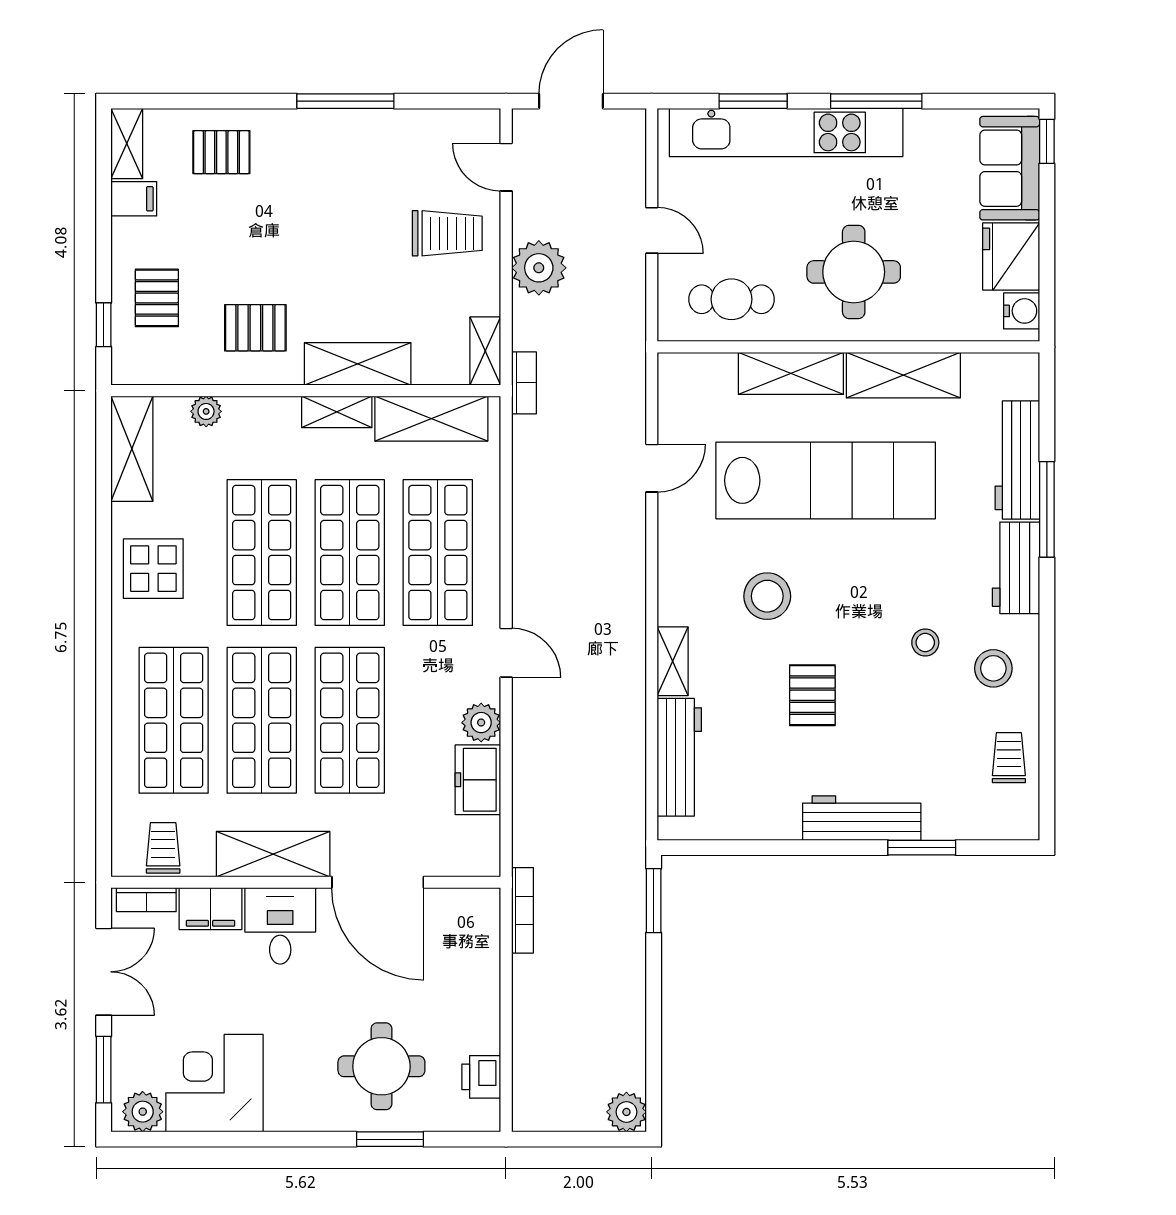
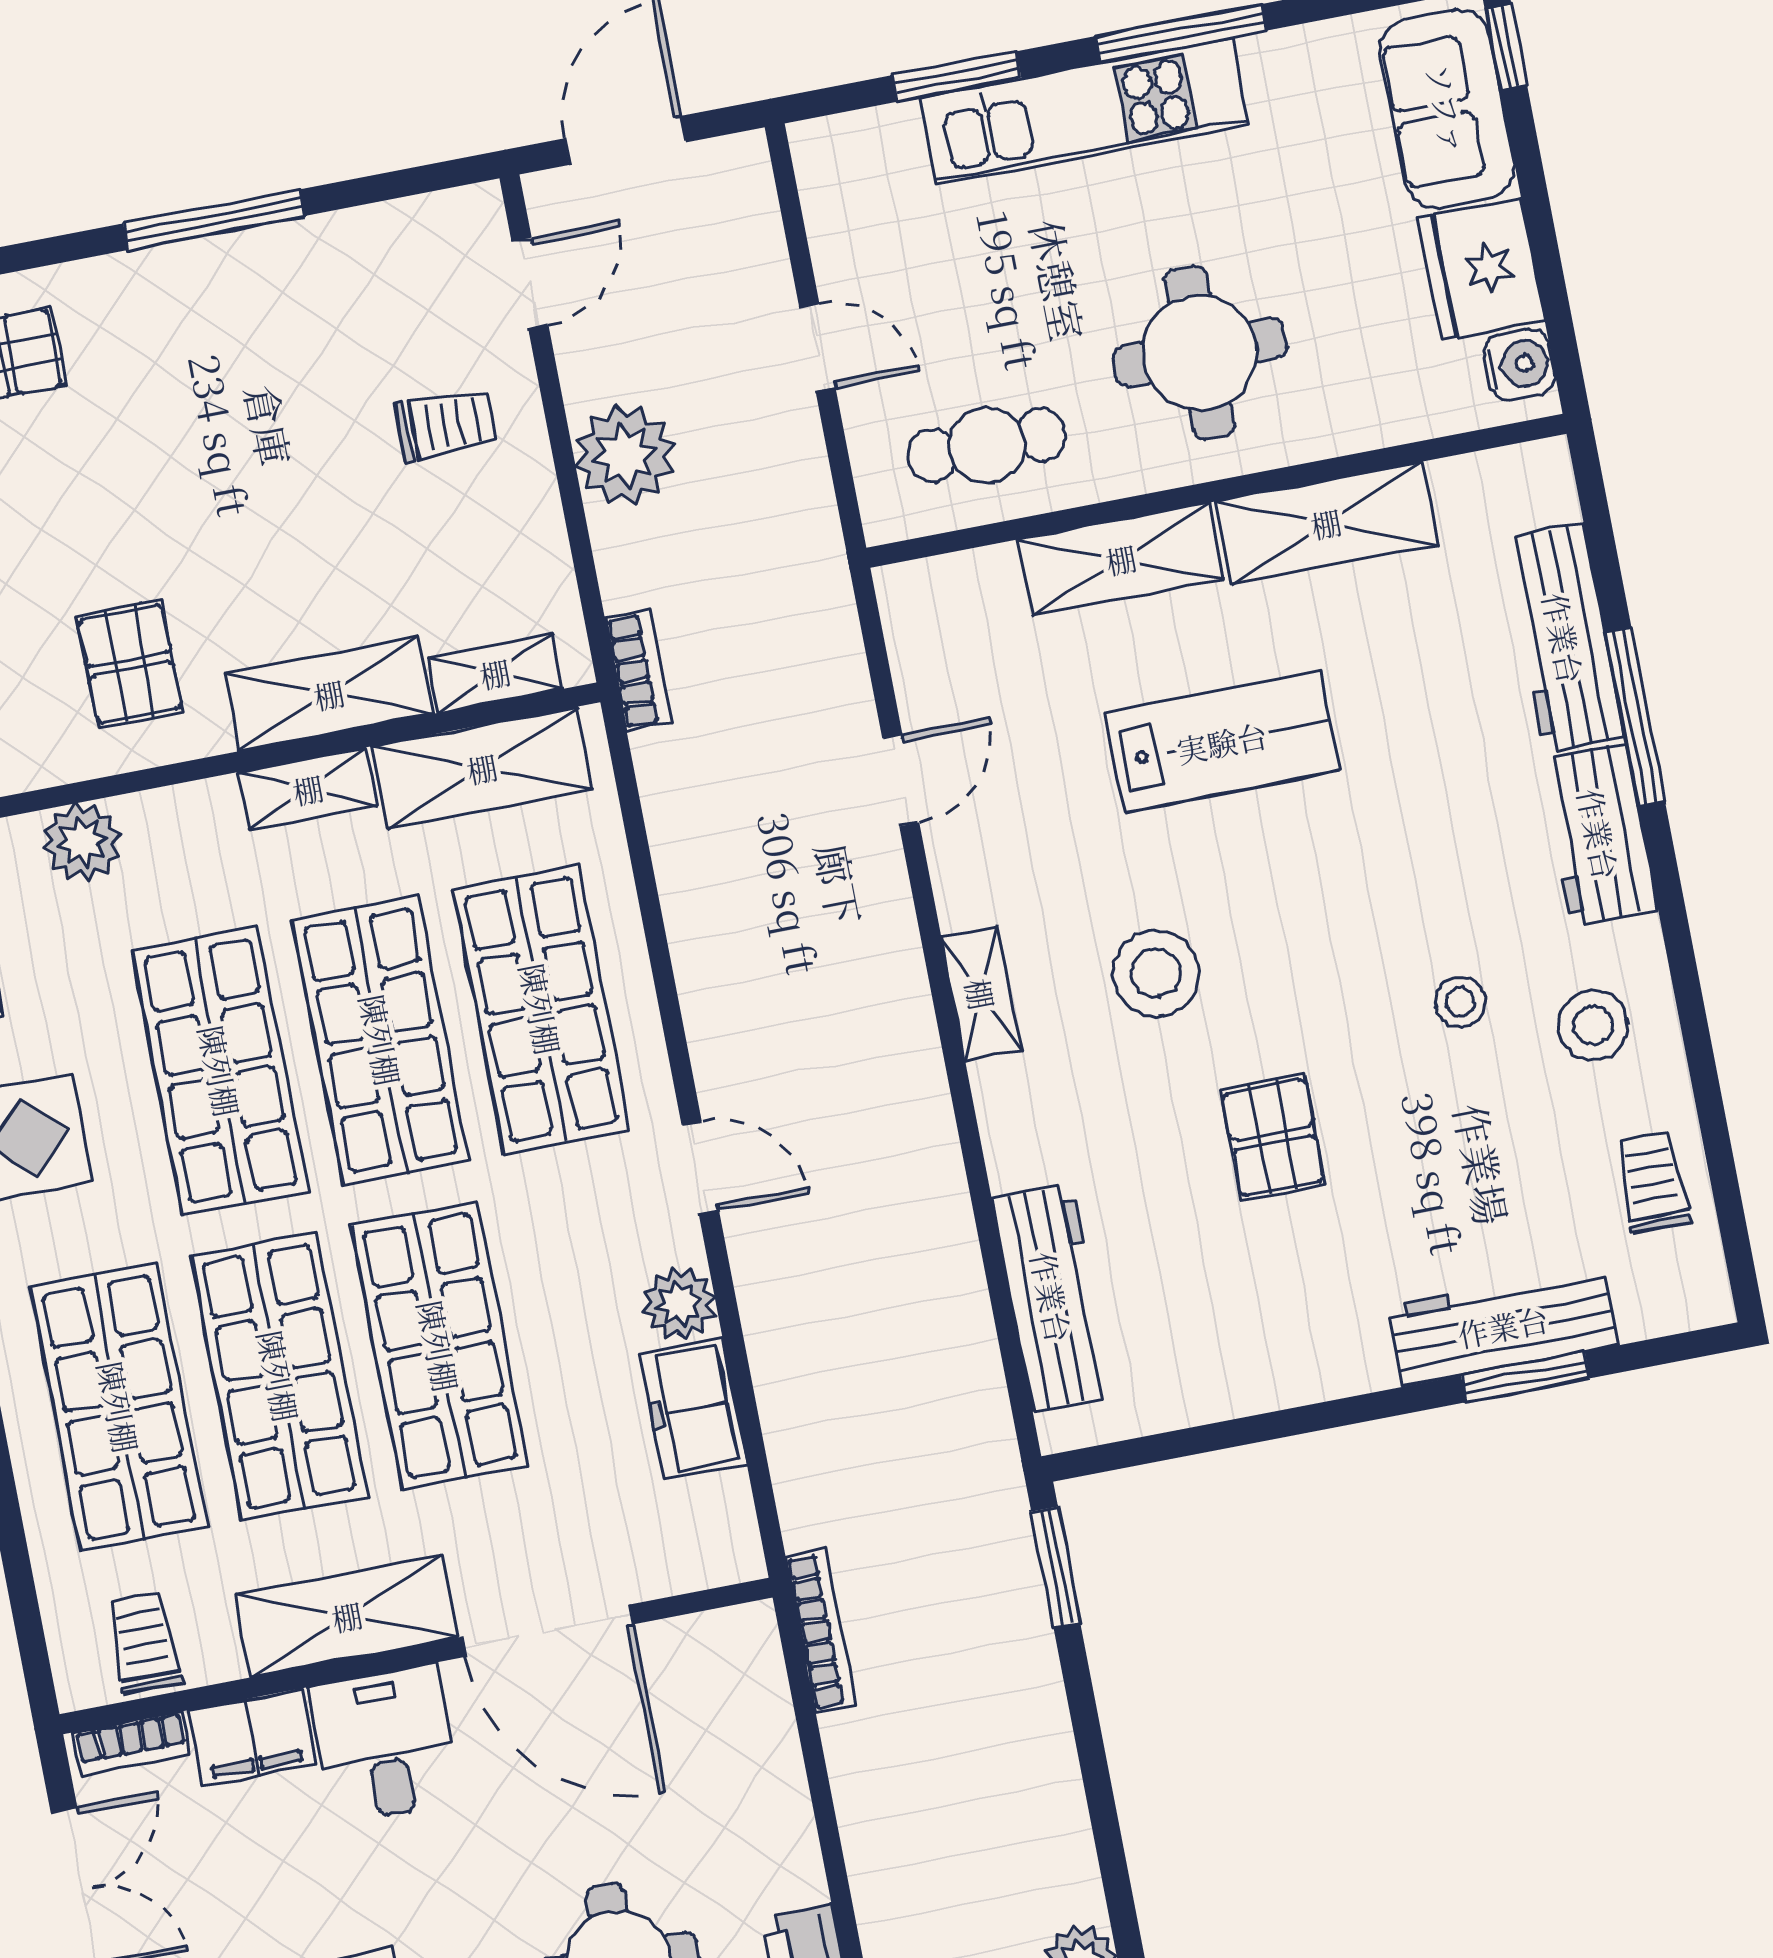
kitchen unit: (786, 132) -> (1084, 111), width x0.73
door: (506, 167) -> (530, 283), swing flipped
trolley: (447, 233) -> (446, 425), width x0.73, depth x0.72
pallet: (255, 328) -> (130, 664), turned 90
shelving: (485, 351) -> (495, 673), moved, turned 90
plant: (206, 411) -> (82, 842), width x1.38, depth x1.38
lab bench: (826, 480) -> (1222, 742), width x0.54, depth x0.72
shelving: (673, 661) -> (981, 994), moved
workbench: (862, 818) -> (1503, 1326), moved

